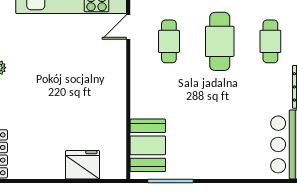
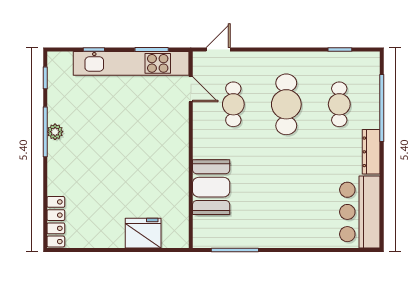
door: (128, 27) -> (191, 89), swing flipped
booth: (148, 145) -> (211, 187), moved

